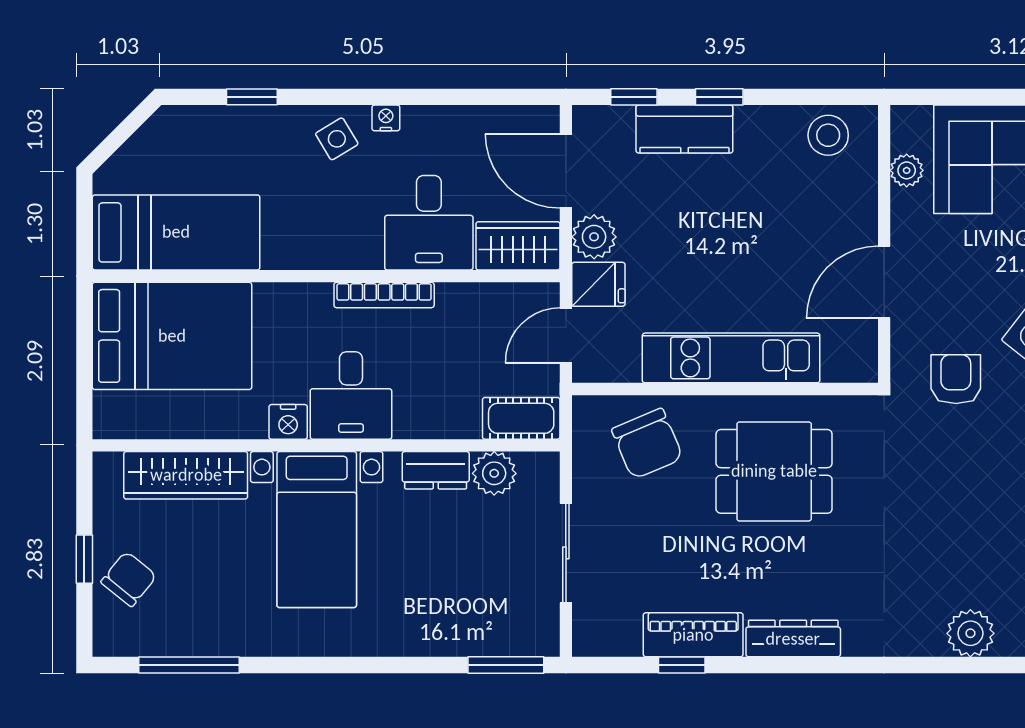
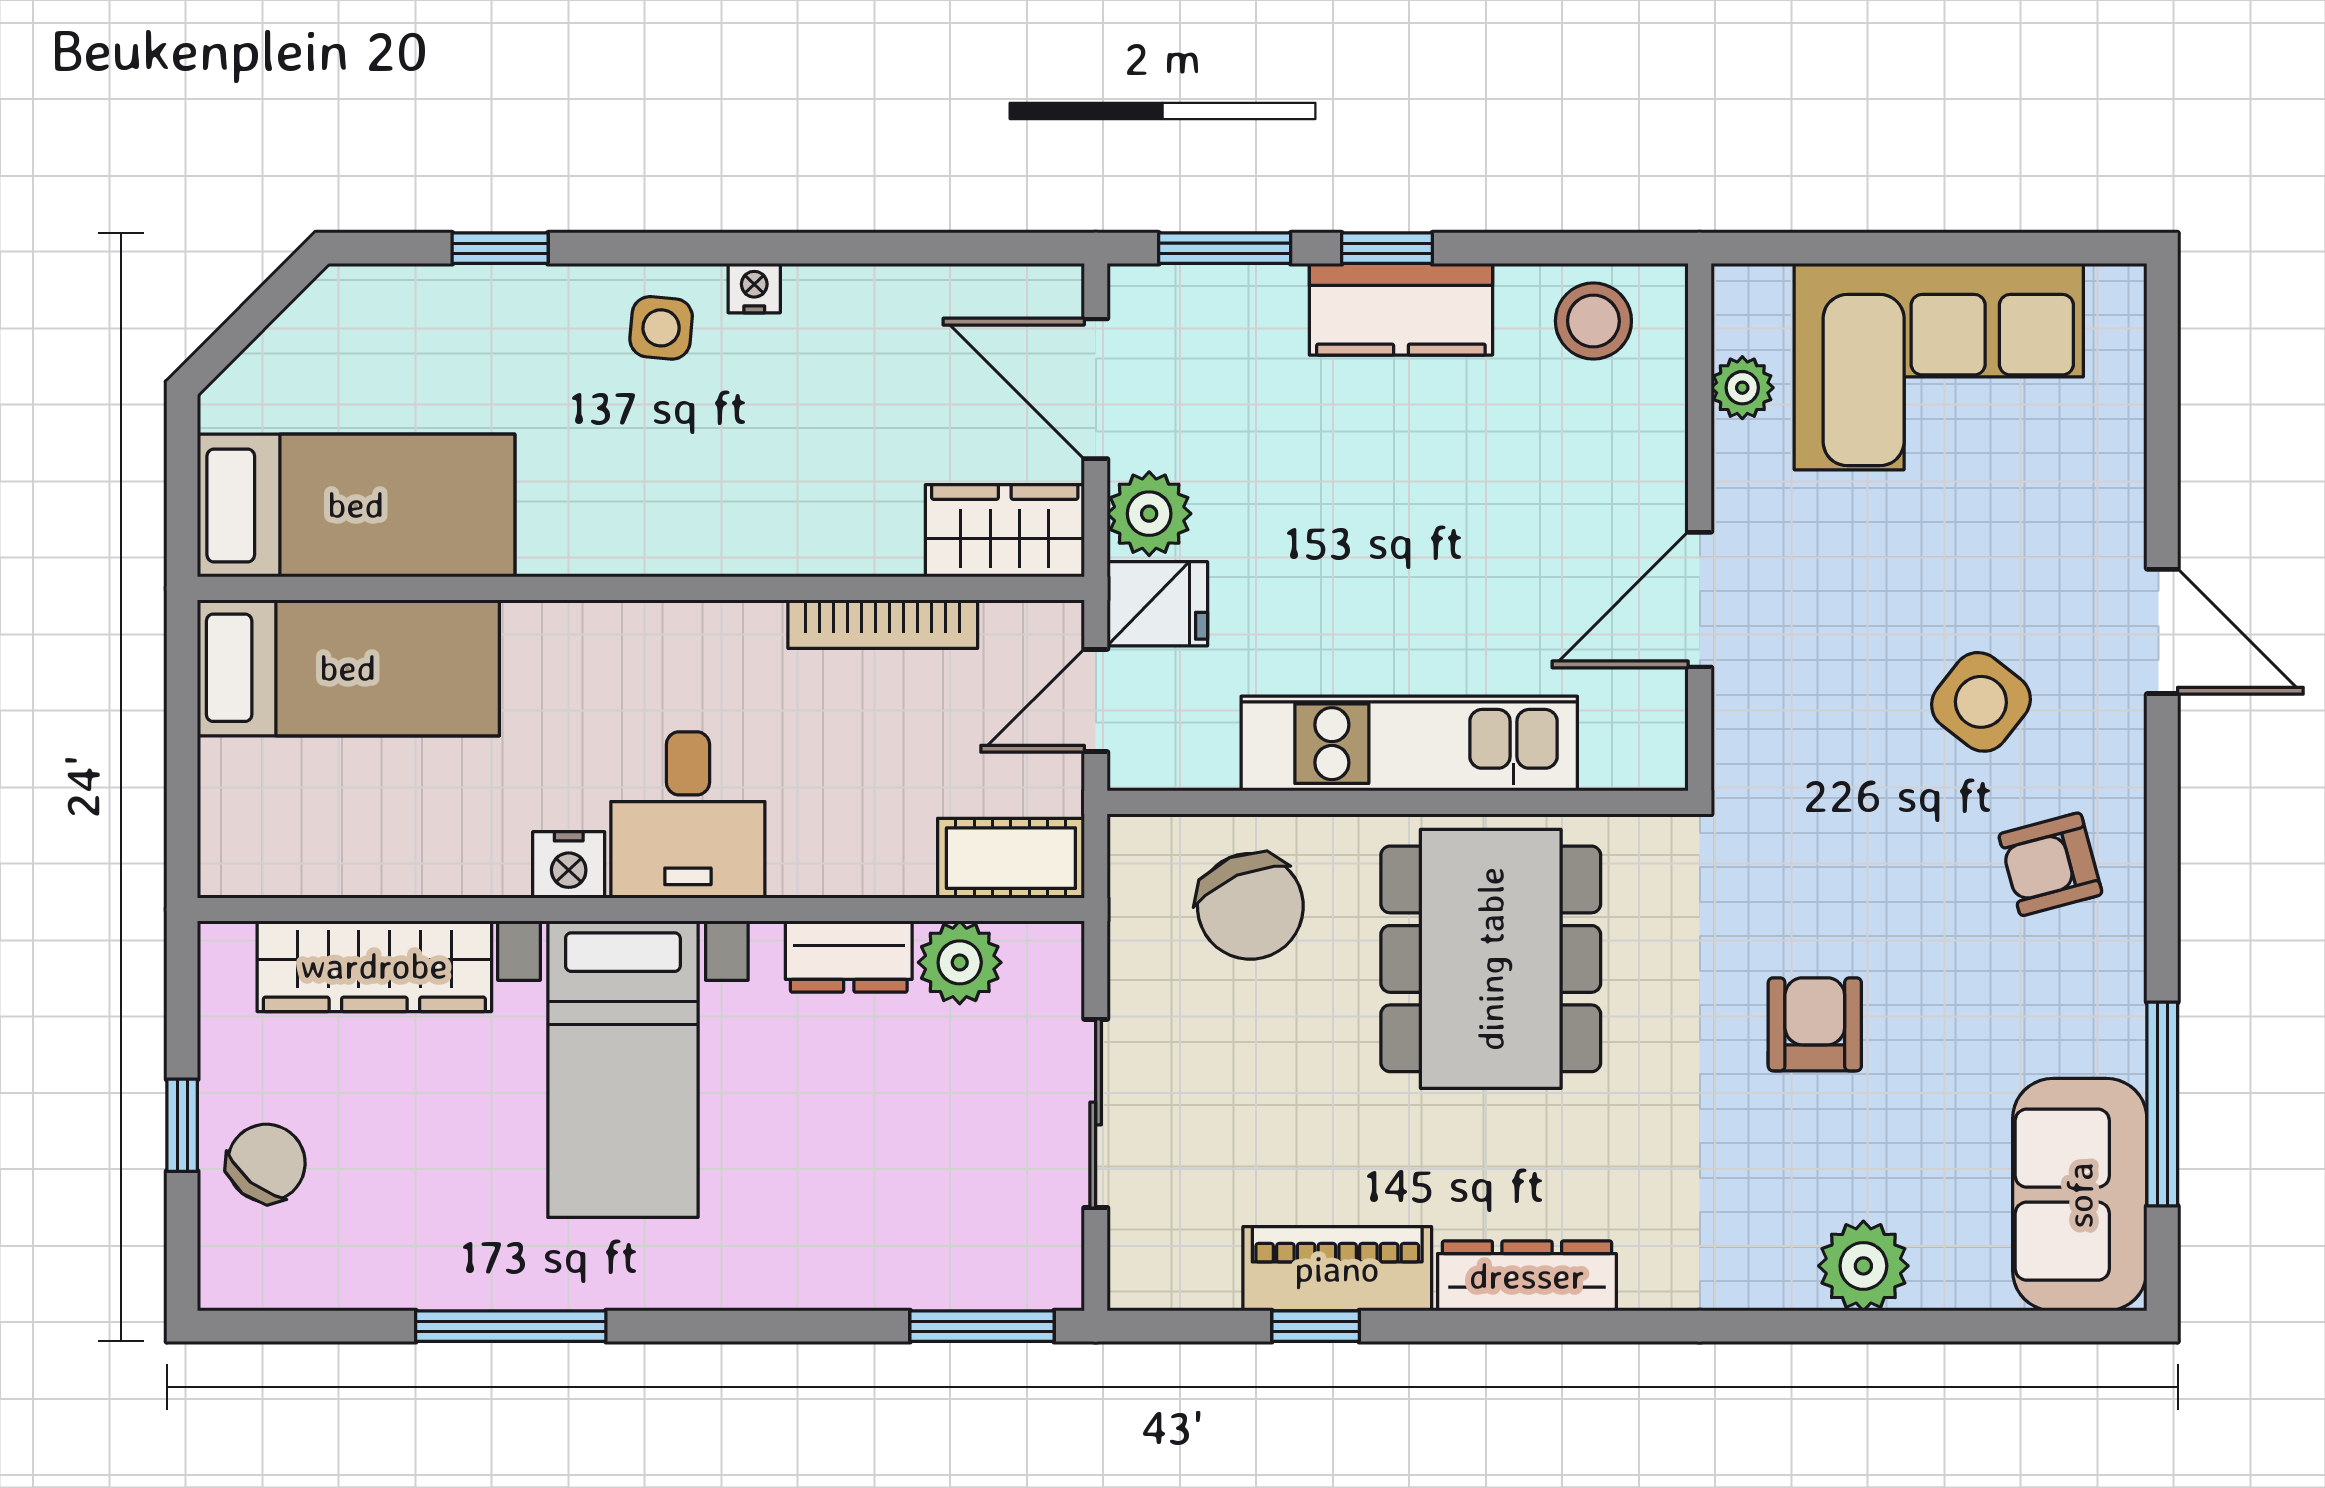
window: (634, 97) -> (1225, 248), width x1.50
kitchen counter: (684, 129) -> (1401, 309), moved
side table: (337, 139) -> (661, 328), turned 36
desk: (429, 223) -> (836, 487), removed
bookcase: (384, 295) -> (883, 624), moved
bed: (172, 336) -> (348, 668), width x0.67
armchair: (956, 379) -> (1815, 1024), moved
dining table: (774, 471) -> (1491, 959), width x1.38
window: (189, 665) -> (511, 1326), moved

